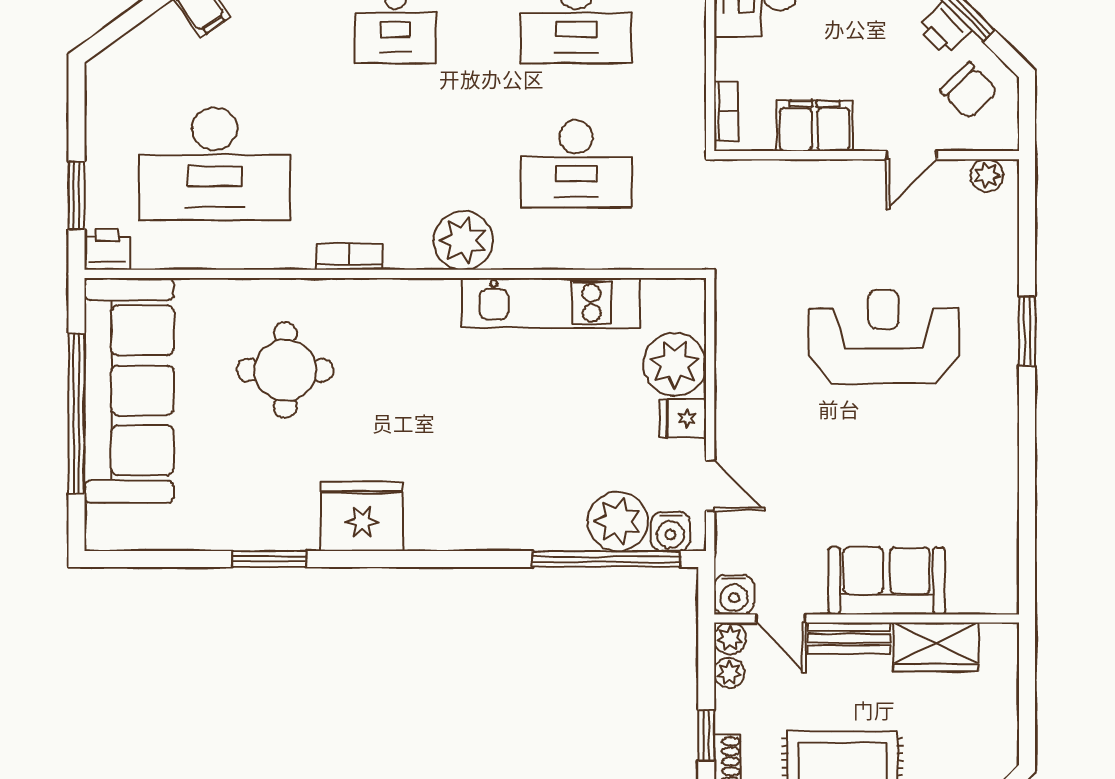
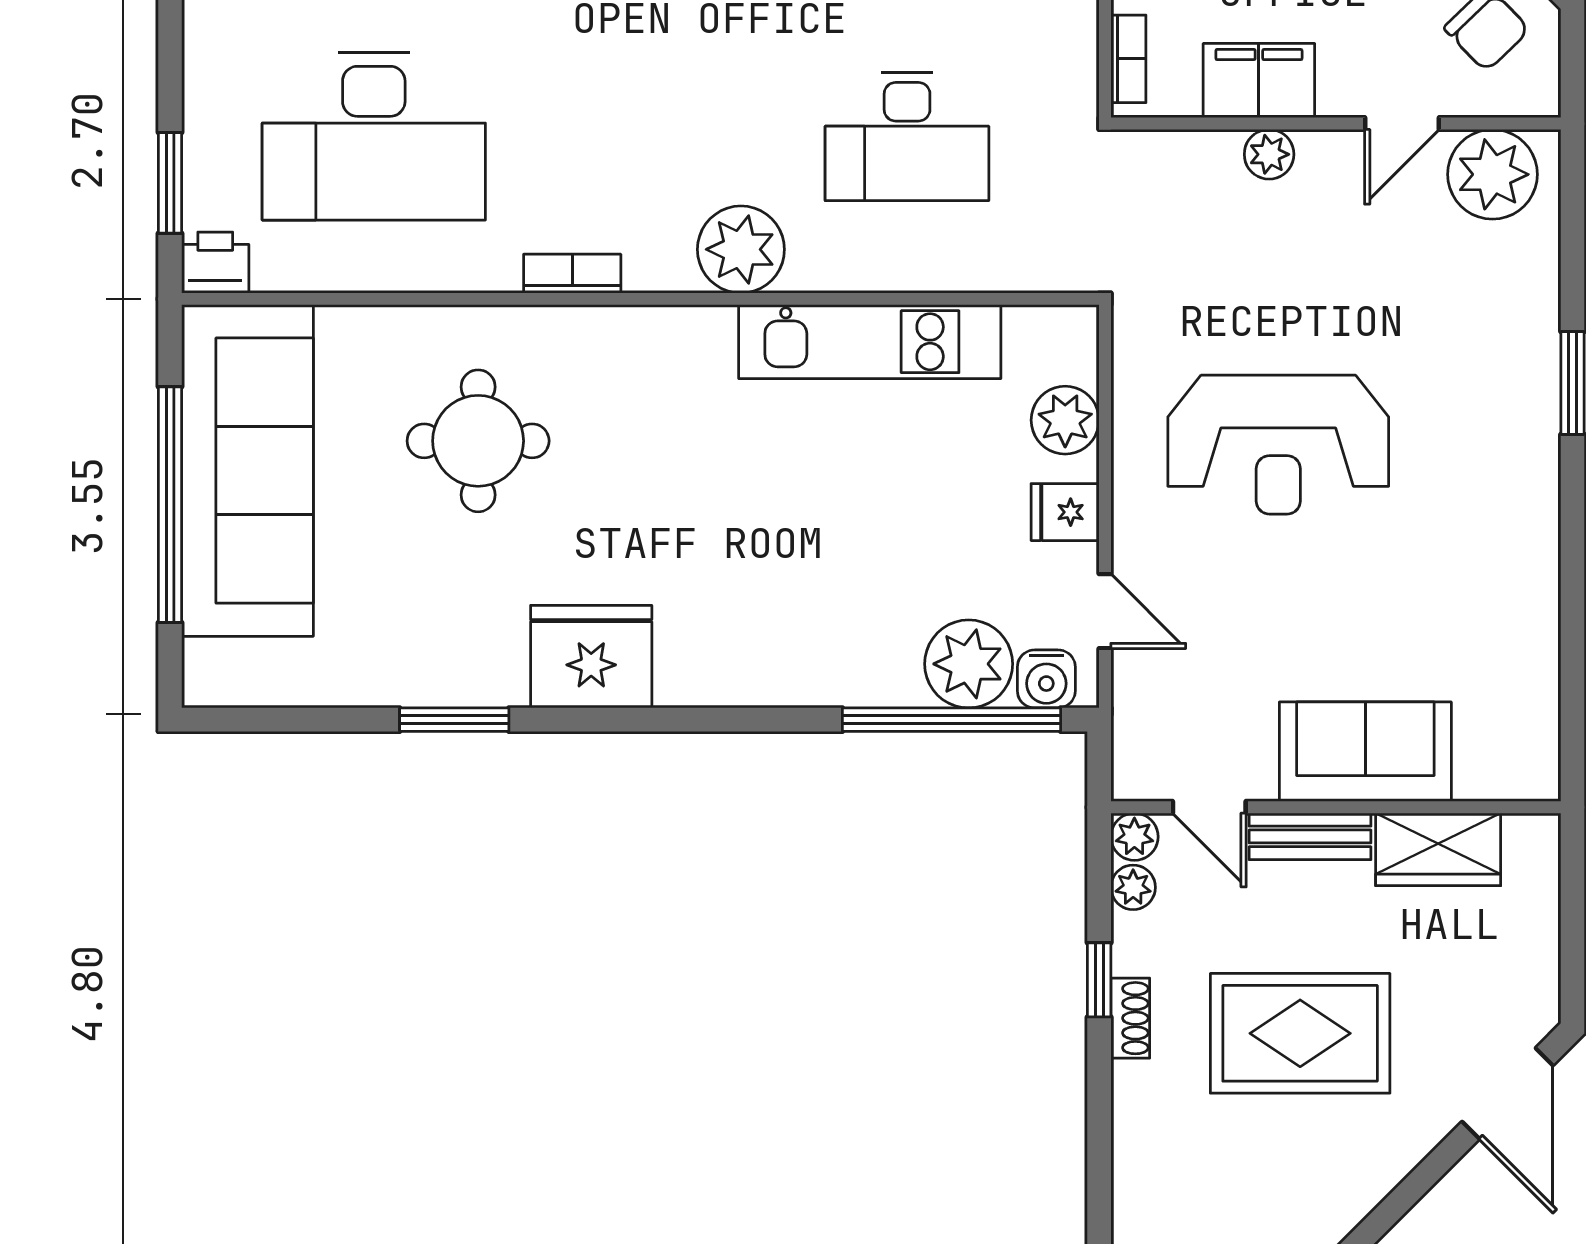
plant: (987, 175) -> (1492, 174), width x1.88, depth x1.88
plant: (821, 176) -> (1269, 154), added
reception desk: (884, 337) -> (1278, 445), moved, turned 180
plant: (675, 364) -> (1065, 420), width x0.73, depth x0.73
water cooler: (734, 595) -> (1140, 772), removed

